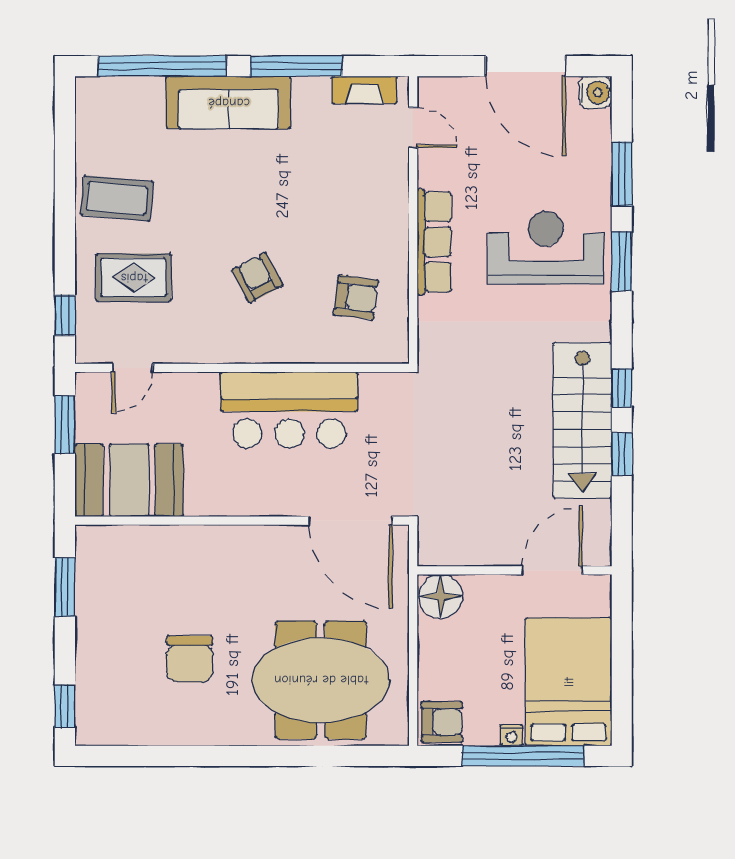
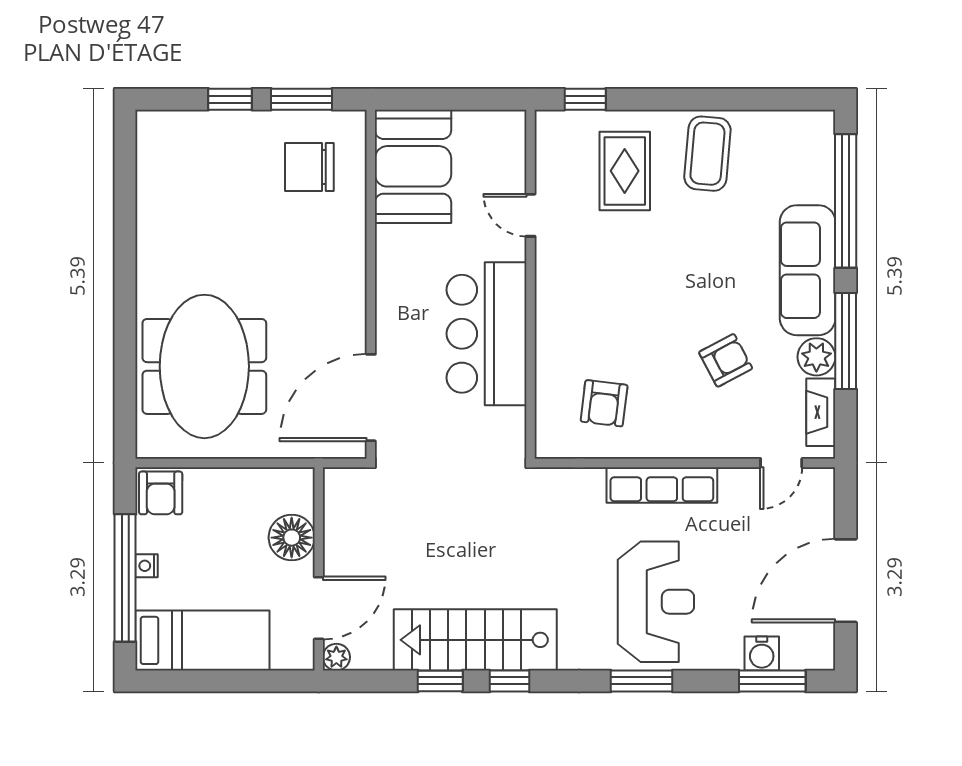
water cooler: (595, 92) -> (762, 653), moved
plant: (311, 94) -> (816, 357), added
window: (622, 174) -> (772, 681), moved
armchair: (257, 278) -> (726, 360), moved
door: (132, 368) -> (530, 215), moved
window: (65, 425) -> (471, 99), removed
plant: (599, 554) -> (336, 657), added
door: (552, 570) -> (319, 608), hinge flipped
floor lamp: (441, 596) -> (292, 538), moved
chair: (190, 659) -> (309, 167), moved
bed: (569, 682) -> (202, 640), width x0.67
window: (65, 706) -> (230, 99), moved

